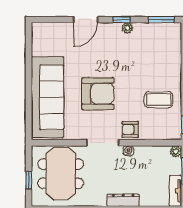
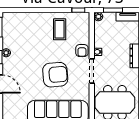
armchair: (98, 94) -> (55, 75), turned 85

